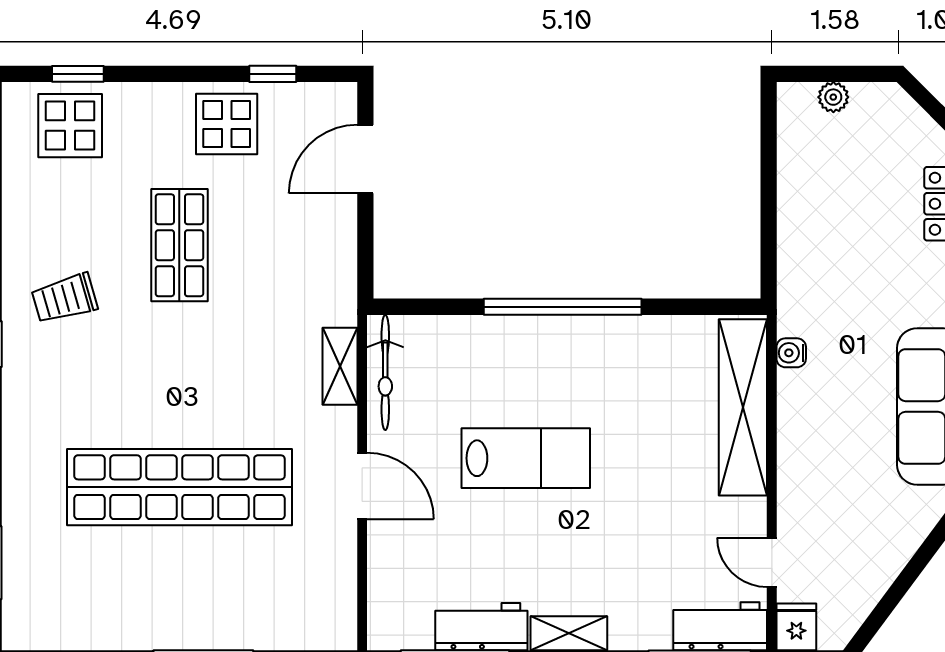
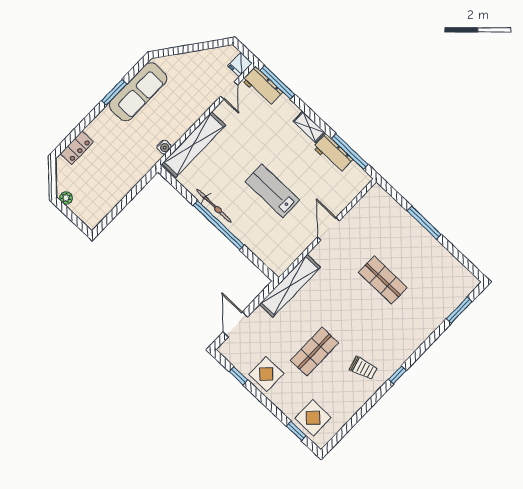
plant: (833, 97) -> (66, 198), moved
door: (365, 159) -> (235, 324), swing flipped
shelving: (340, 366) -> (290, 286), width x2.20, depth x1.33
bicycle: (385, 372) -> (214, 206), moved, turned 90
shop shelf: (179, 487) -> (383, 280), width x0.50, depth x0.74

